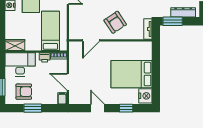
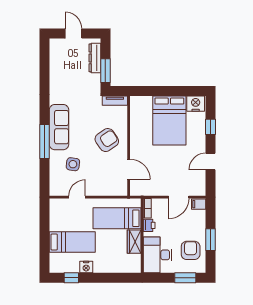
wardrobe: (15, 45) -> (134, 242), moved

